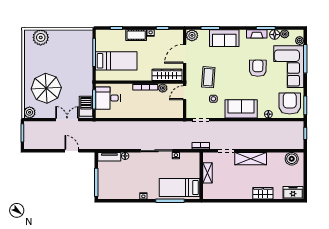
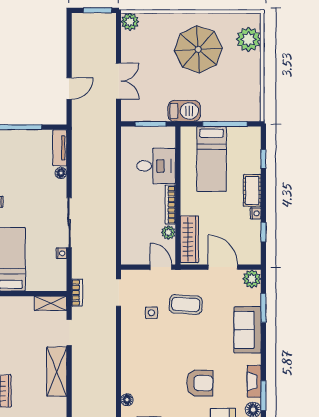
parasol: (46, 88) -> (198, 49), moved
desk: (108, 98) -> (156, 166), moved, turned 90
barbecue: (86, 106) -> (184, 111), moved
sofa: (241, 109) -> (136, 356), removed
shelving: (207, 173) -> (50, 303), moved

